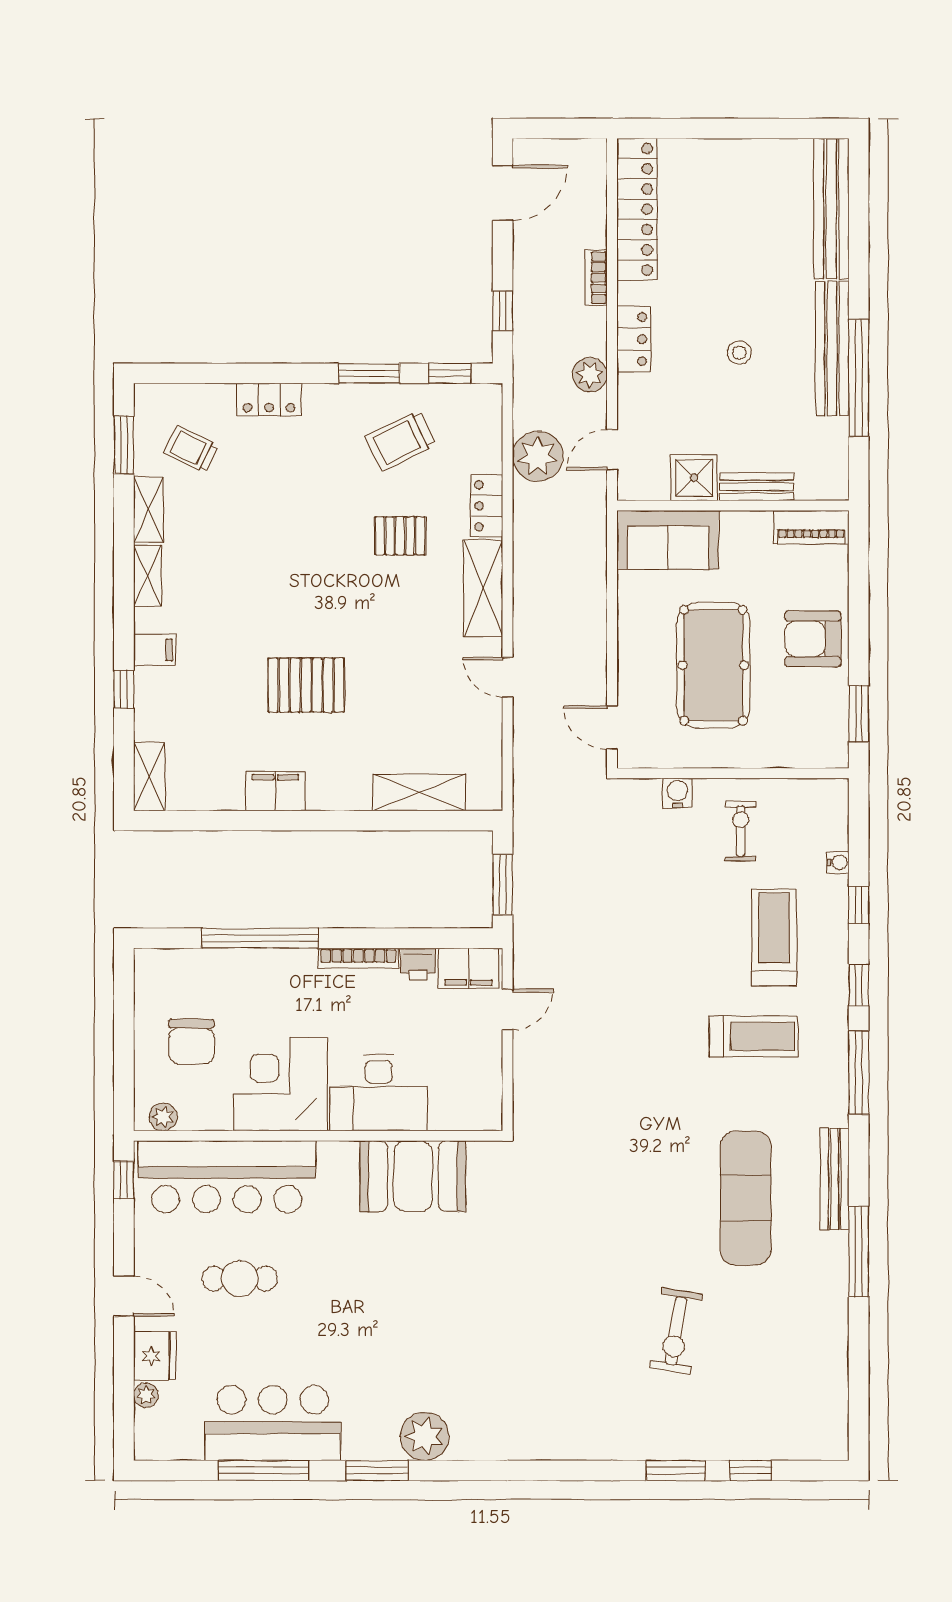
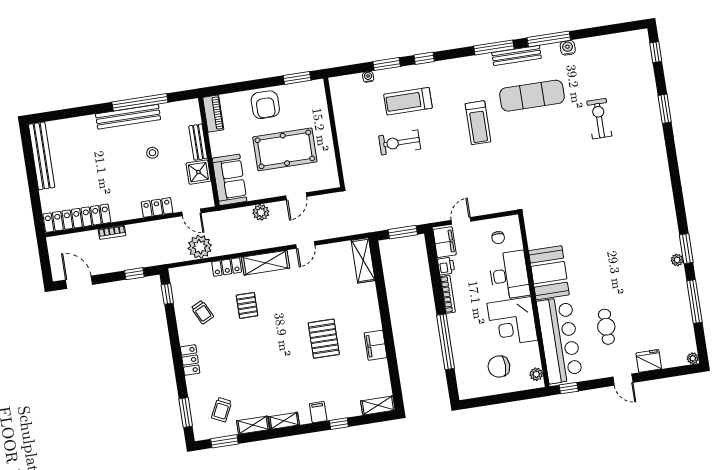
bench: (831, 209) -> (42, 156), moved, turned 90
locker: (634, 339) -> (157, 207), moved
stool: (739, 353) -> (152, 153), moved
window: (369, 373) -> (186, 413), moved
plant: (590, 375) -> (261, 212), moved
locker: (269, 399) -> (190, 360), moved
trolley: (401, 441) -> (202, 312), width x0.73, depth x0.72
door: (612, 728) -> (296, 196), moved
shelving: (419, 792) -> (363, 260), moved
water cooler: (677, 793) -> (568, 48), moved, turned 90
exercise bike: (741, 831) -> (400, 142), moved, width x1.38, depth x1.39
window: (859, 905) -> (387, 64), width x1.50
door: (508, 1009) -> (461, 221), hinge flipped
treadmill: (754, 1036) -> (478, 123), moved, turned 180
chair: (191, 1042) -> (499, 367), turned 180
window: (859, 1073) -> (494, 47), moved
chair: (460, 1082) -> (498, 238), added
booth: (413, 1176) -> (549, 273), moved
door: (124, 1296) -> (623, 380), swing flipped
exercise bike: (676, 1331) -> (599, 119), turned -99
plant: (146, 1395) -> (693, 358), moved
bar counter: (273, 1423) -> (672, 301), removed
plant: (425, 1436) -> (677, 260), moved, width x0.53, depth x0.53
window: (750, 1470) -> (656, 52), moved

